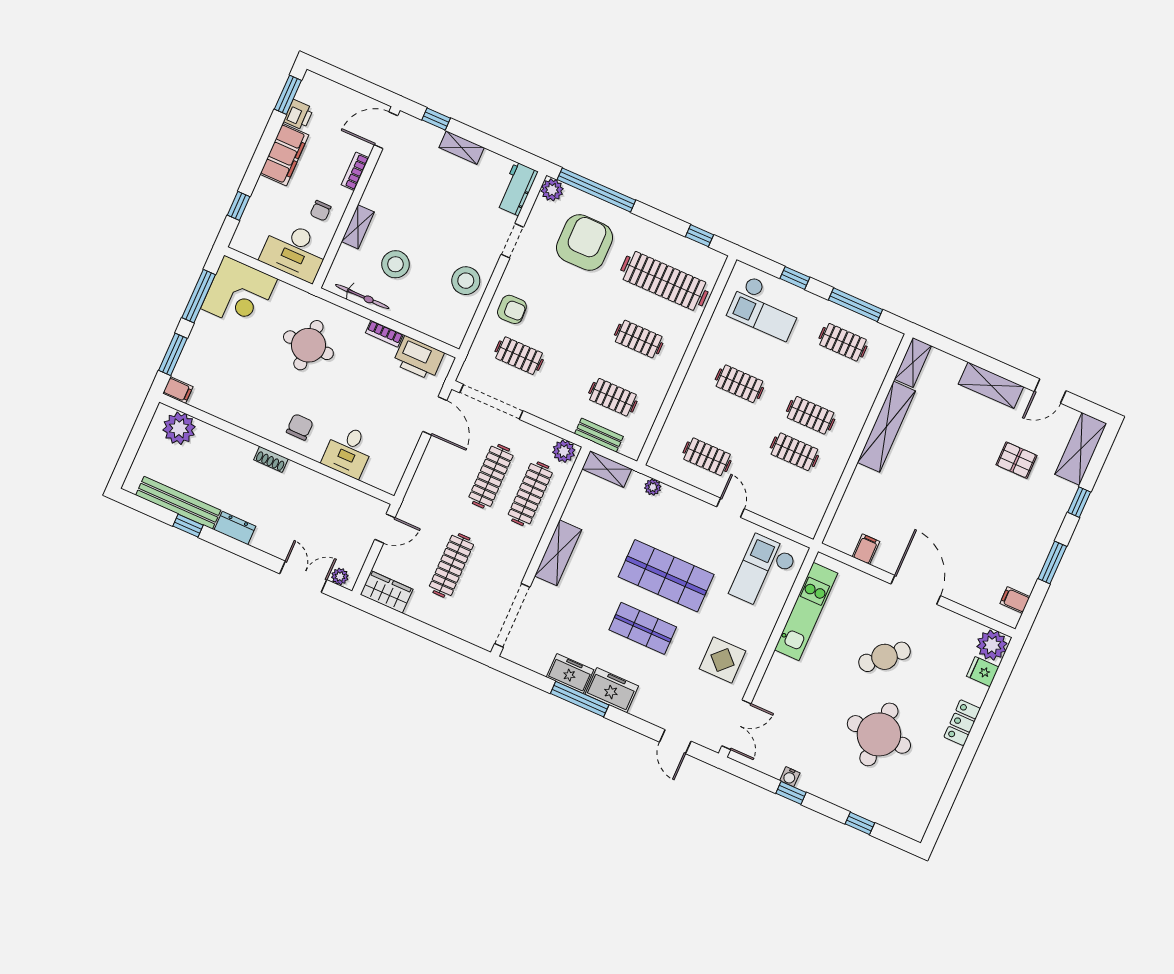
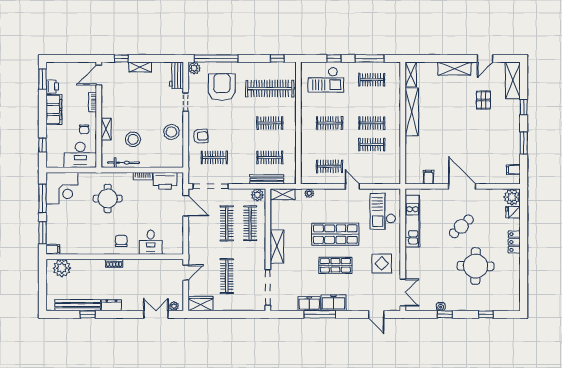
bench: (599, 435) -> (267, 179), width x1.36
pallet: (1016, 460) -> (483, 100), turned 90

